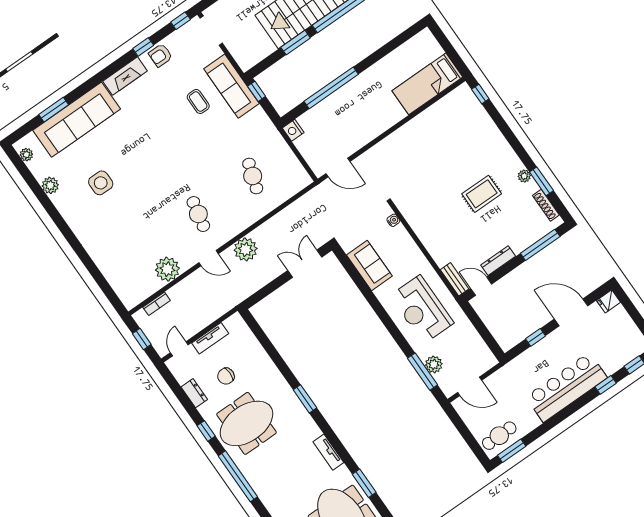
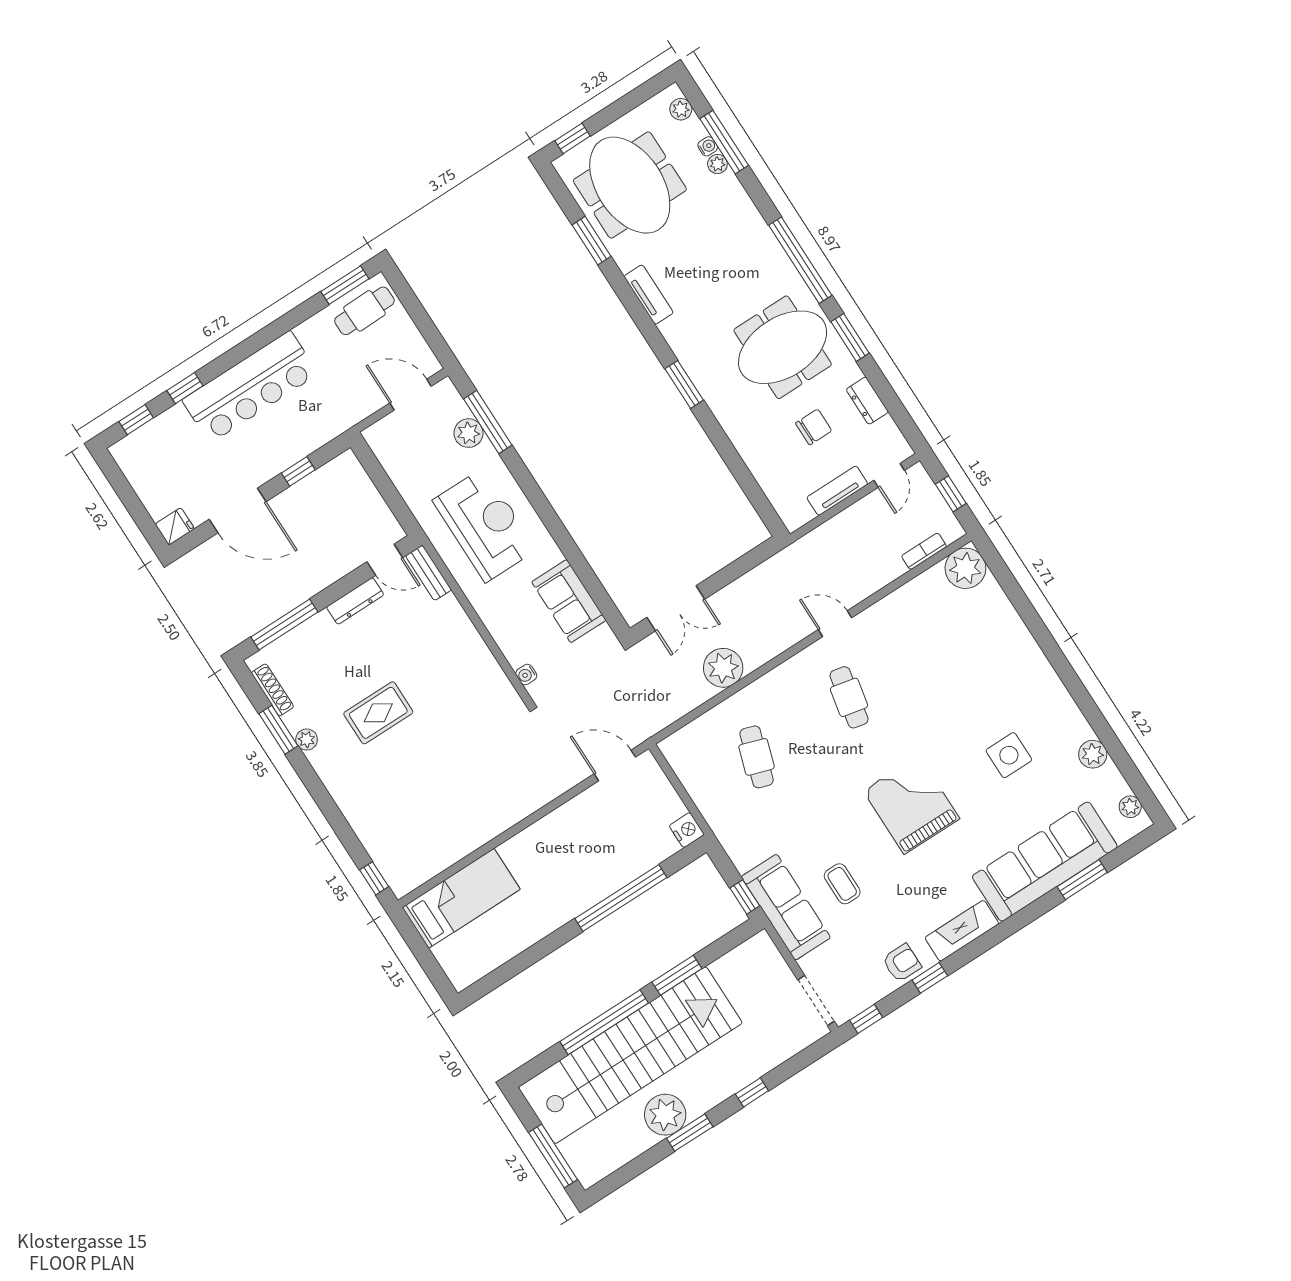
grand piano: (158, 151) -> (911, 805), added
plant: (246, 249) -> (723, 668), moved
plant: (167, 269) -> (965, 568), moved
window: (206, 431) -> (850, 337), width x1.50

